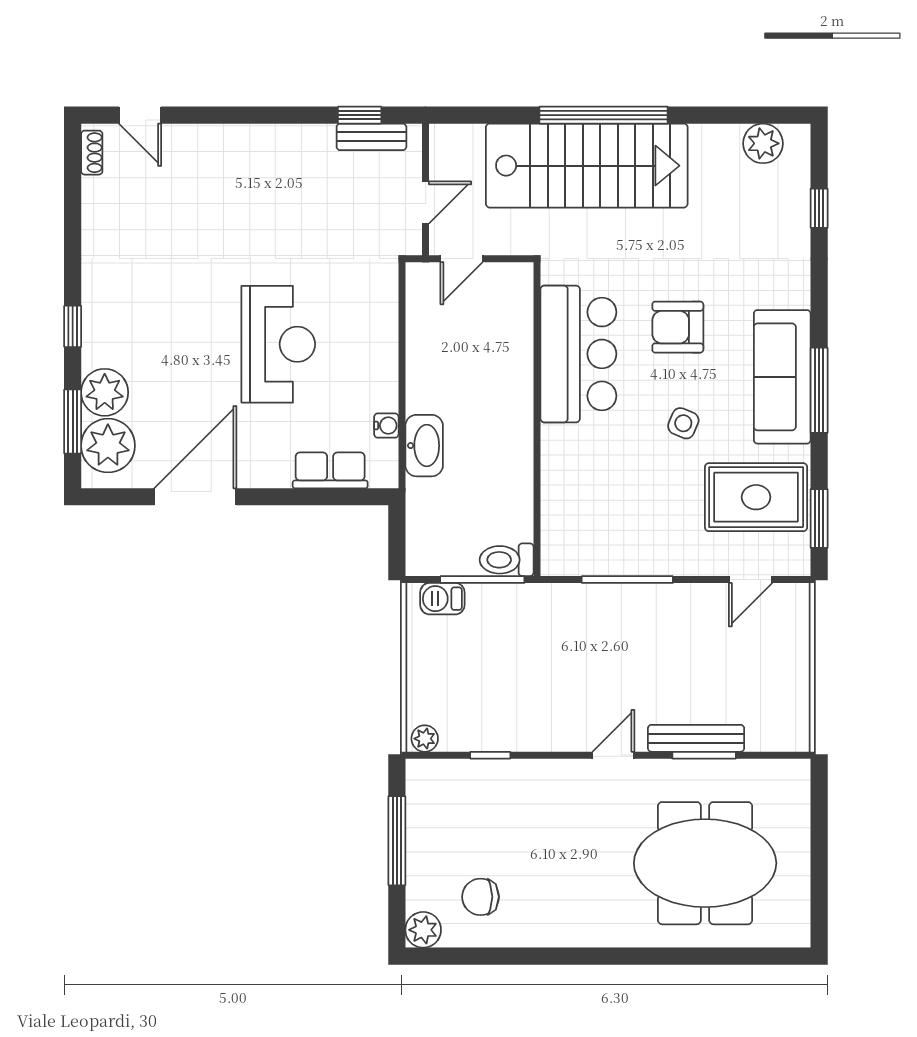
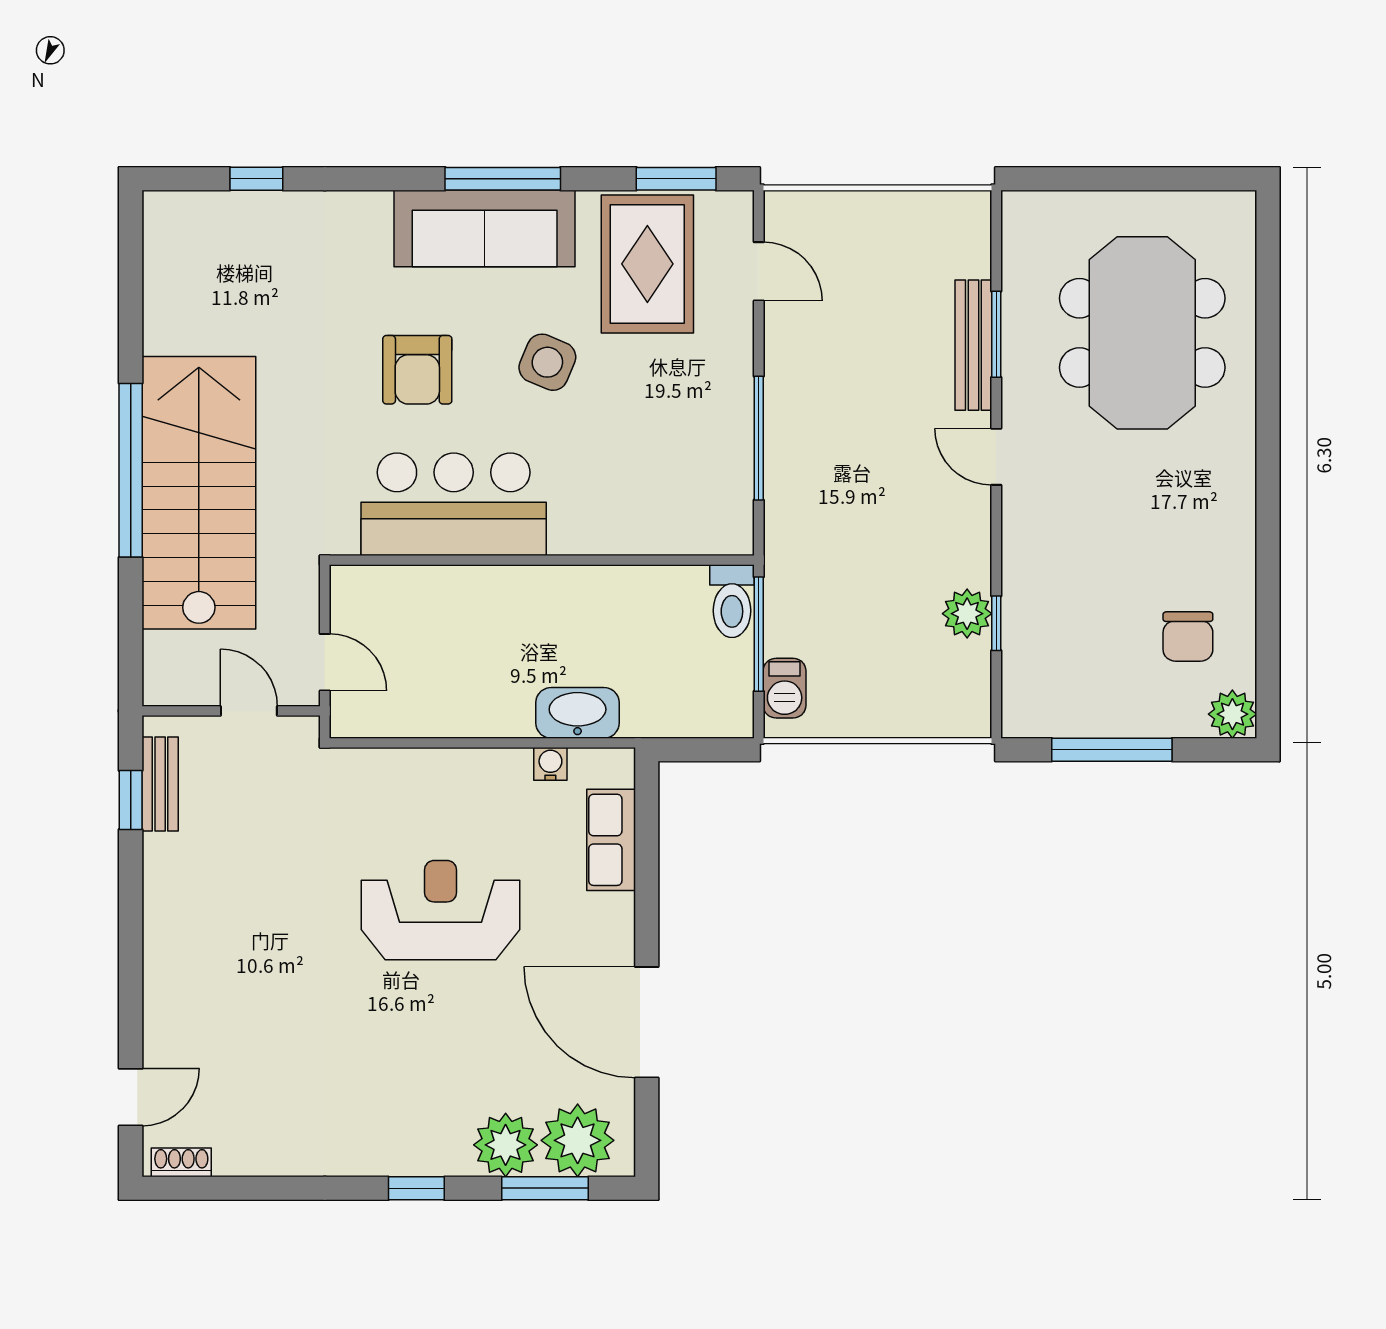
plant: (763, 143) -> (169, 255), removed
side table: (683, 423) -> (547, 362), width x1.37, depth x1.37
plant: (425, 739) -> (967, 614), moved, width x1.38, depth x1.38

